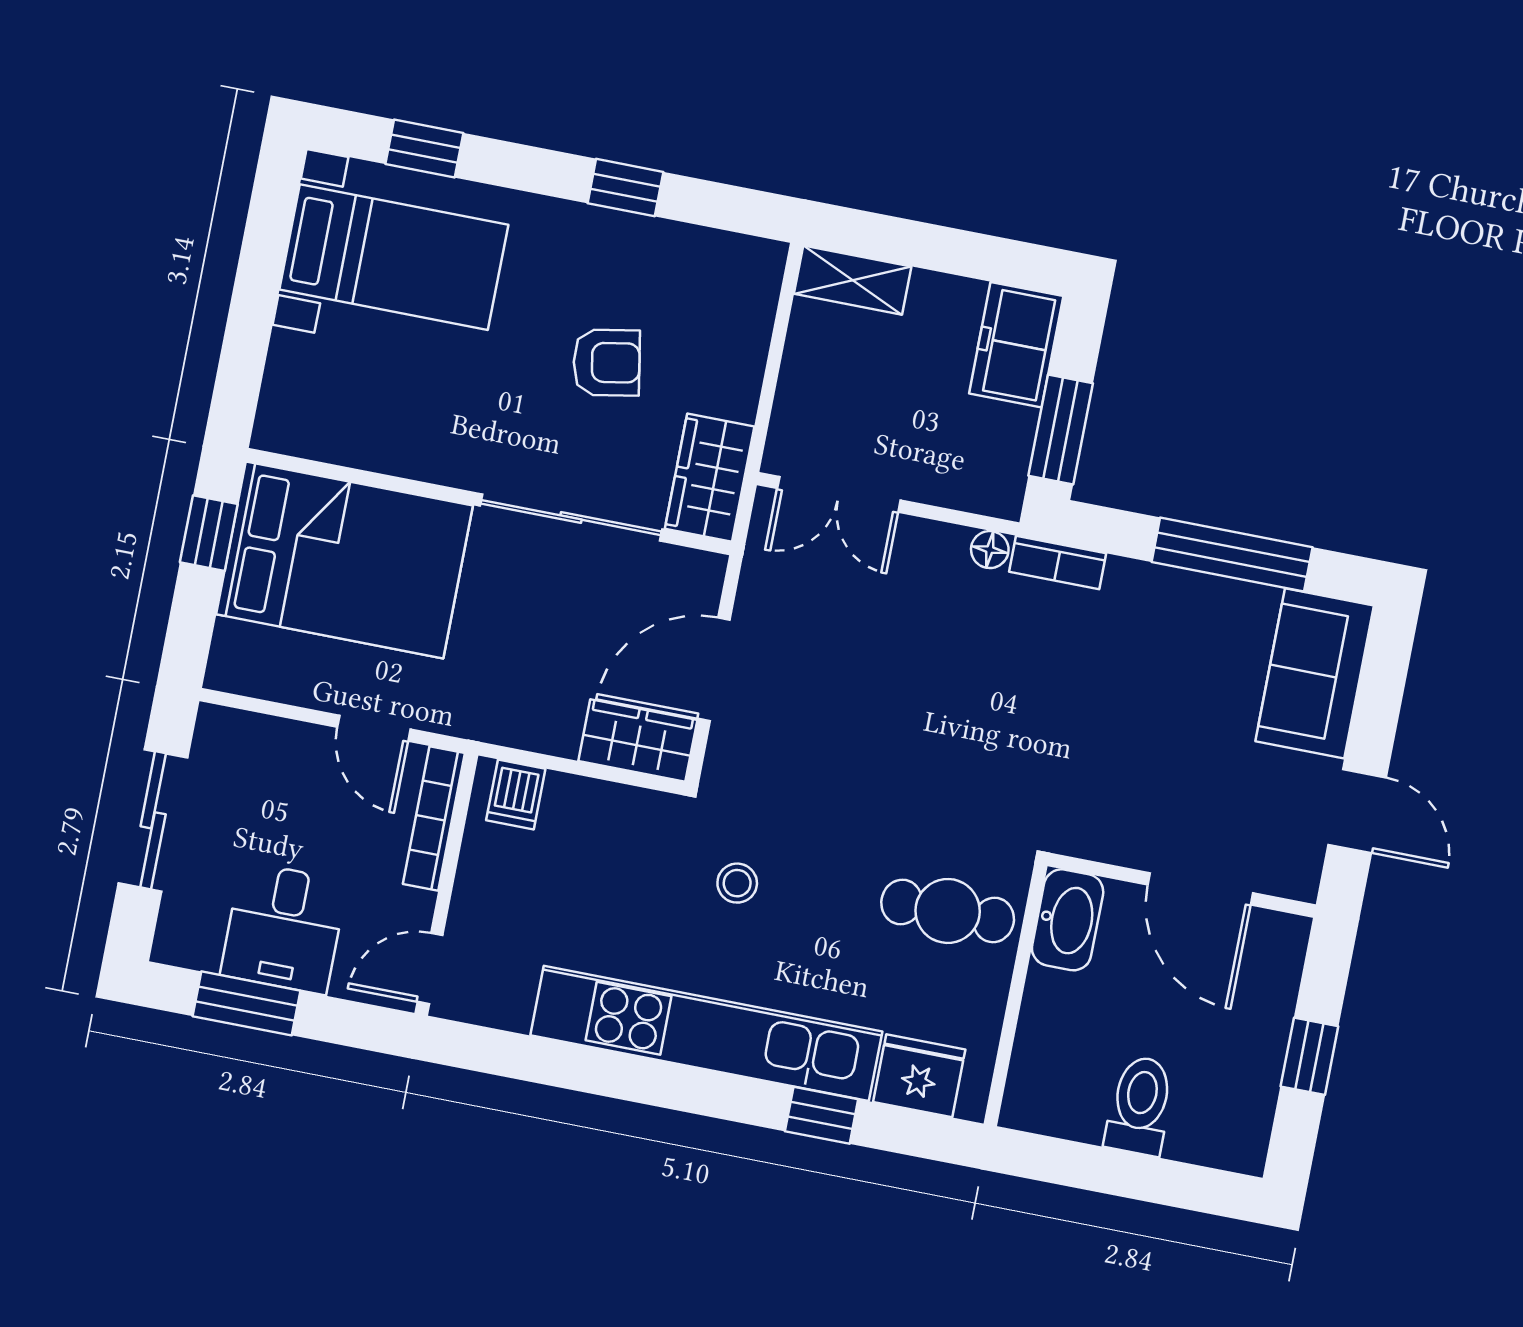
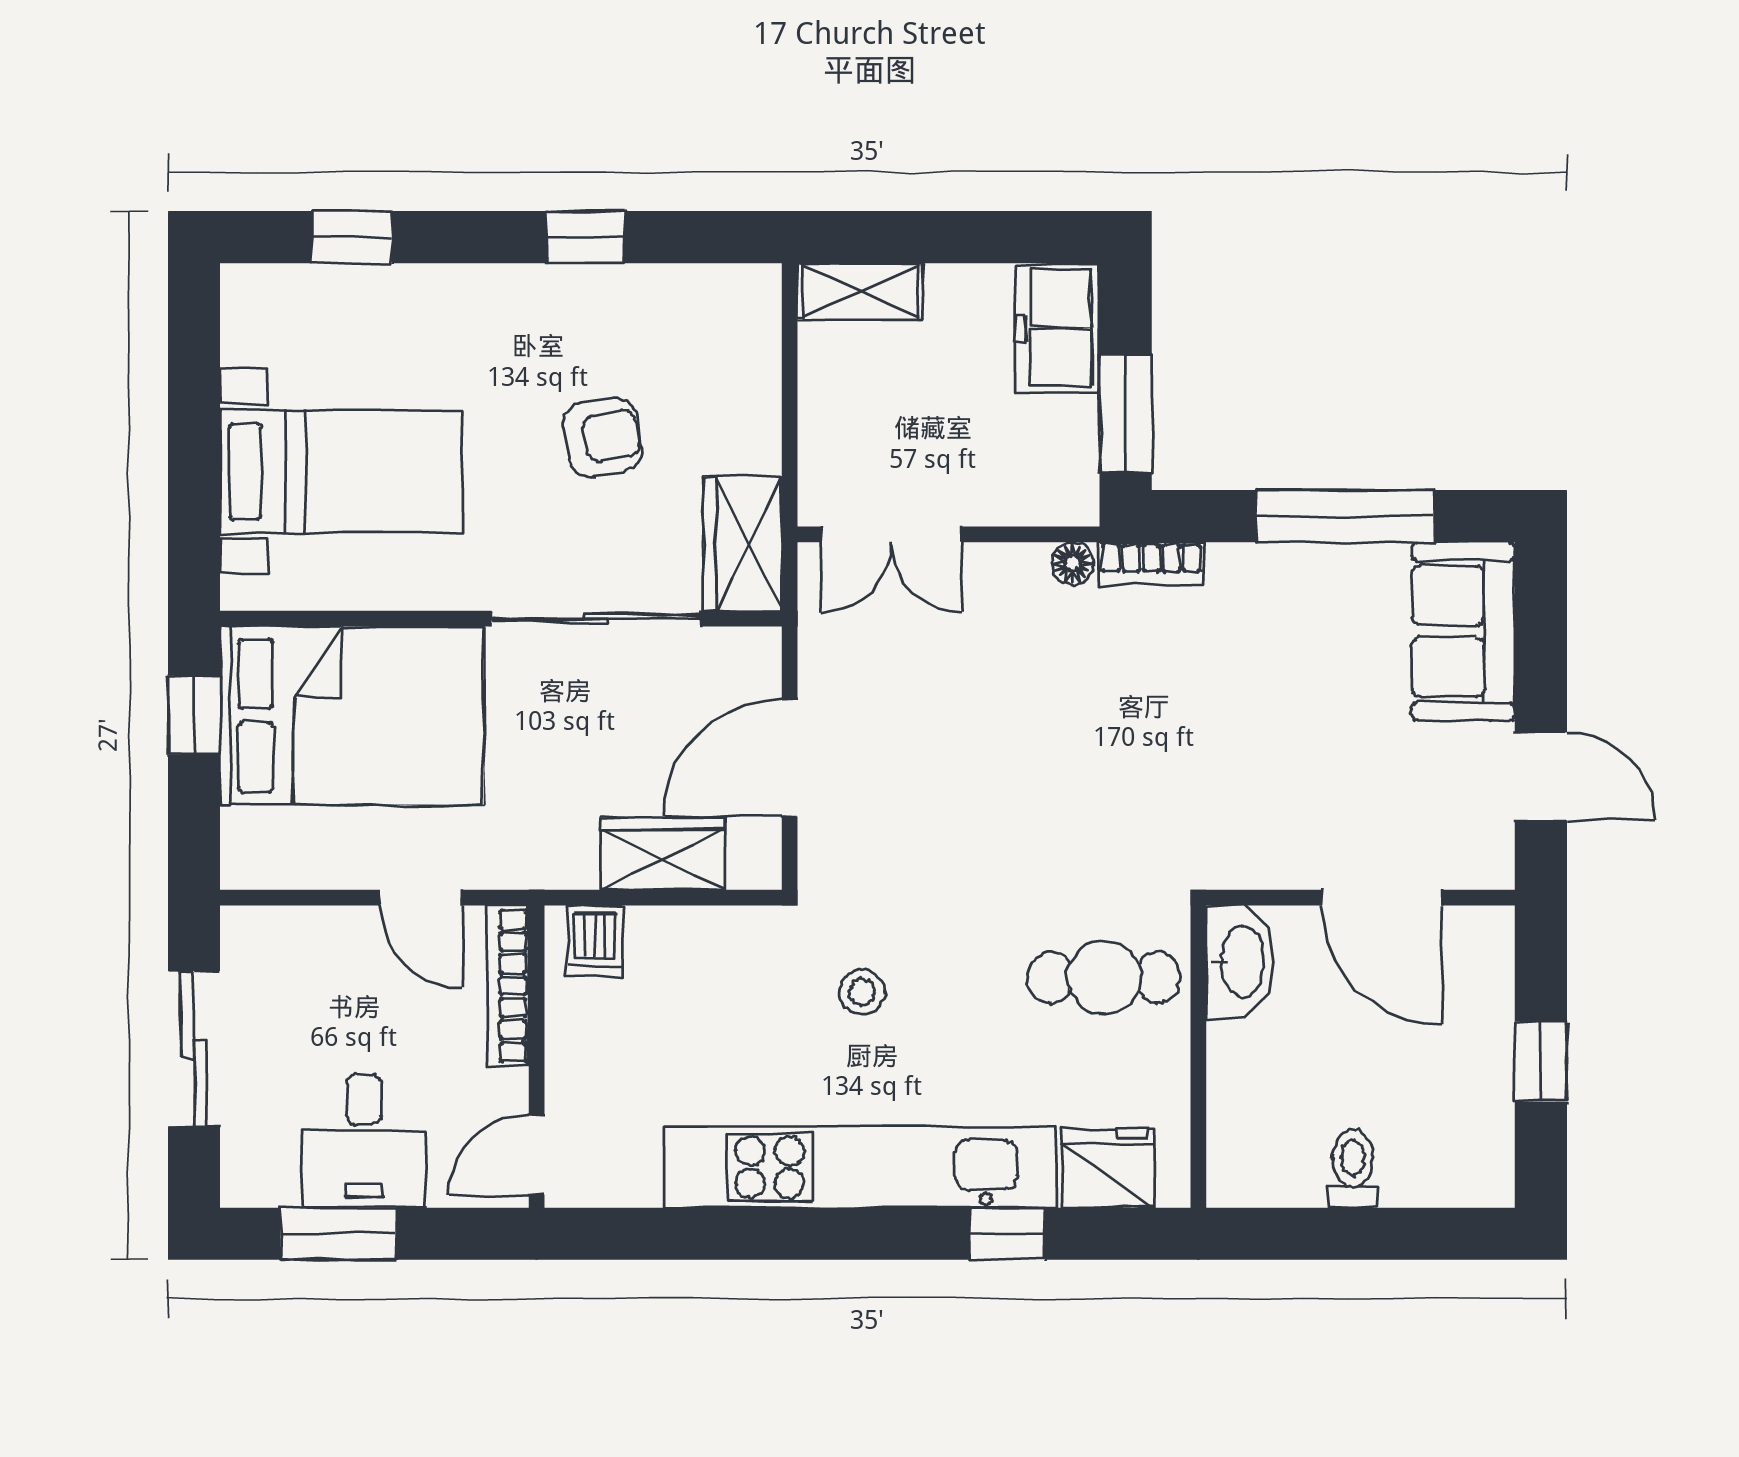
bed with nightstands: (394, 257) -> (341, 471), moved
wardrobe: (638, 740) -> (662, 854), moved
toilet: (1140, 1106) -> (1353, 1169), width x0.73, depth x0.72

